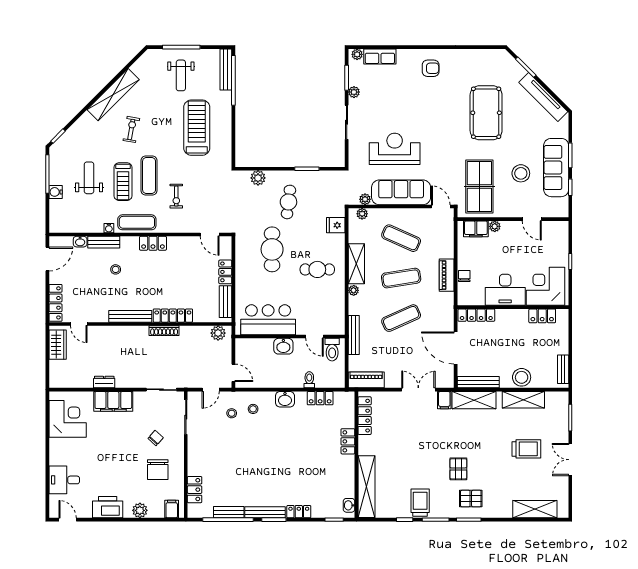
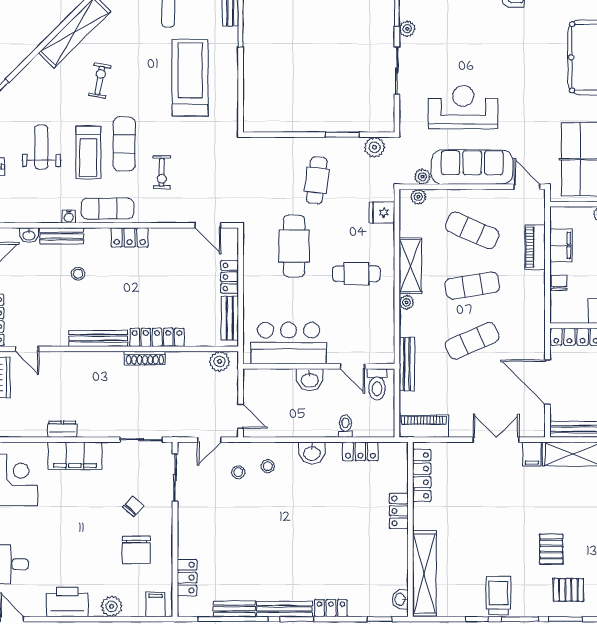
plant: (258, 178) -> (374, 147), moved
filing cabinet: (476, 229) -> (561, 245), moved, turned -90
piano: (447, 275) -> (535, 247), moved

